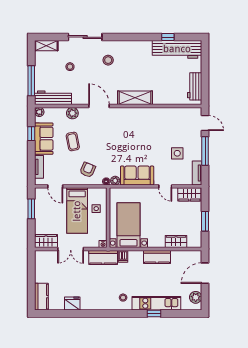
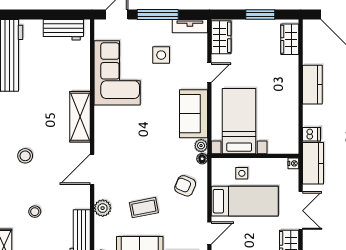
corner sofa: (165, 123) -> (117, 73), added
bed with nightstands: (128, 225) -> (239, 121), moved, turned 90
wardrobe: (176, 241) -> (290, 39), moved

